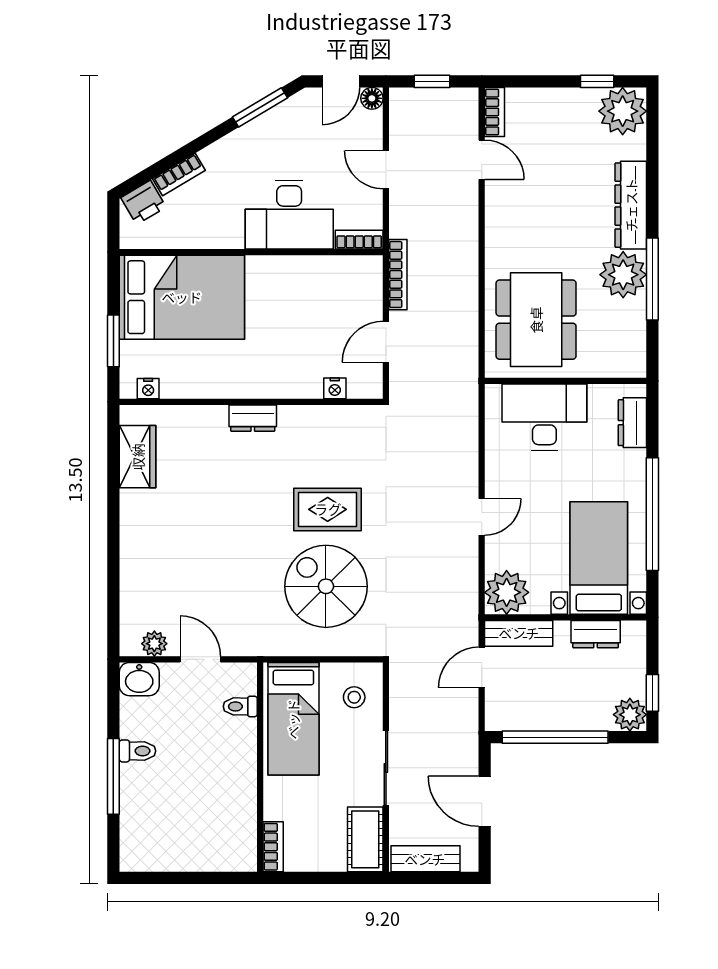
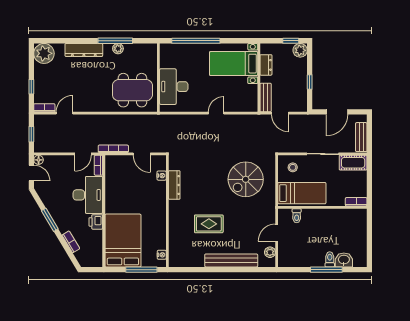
window: (597, 81) -> (31, 87), moved
window: (260, 107) -> (50, 220), moved
door: (386, 170) -> (83, 154), moved
printer: (143, 202) -> (96, 222), moved, turned -149
plant: (623, 275) -> (118, 49), width x0.53, depth x0.53
window: (113, 341) -> (141, 270), width x1.44
dresser: (253, 418) -> (174, 185), moved, width x1.44
dresser: (632, 423) -> (176, 49), removed
wardrobe: (138, 457) -> (191, 259), removed
rug: (328, 509) -> (209, 224), moved, turned 90
window: (652, 514) -> (196, 41), moved
door: (482, 517) -> (216, 113), hinge flipped
bench: (135, 552) -> (231, 260), added
plant: (507, 592) -> (248, 103), removed
washbasin: (139, 679) -> (344, 260), moved, turned -90
window: (555, 737) -> (310, 82), width x0.32
toilet: (137, 751) -> (330, 259), moved

